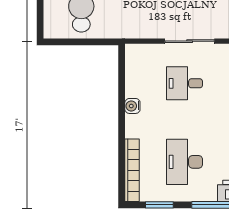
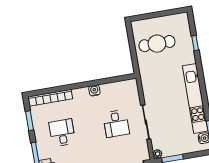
desk: (184, 83) -> (116, 124), turned 180
desk: (184, 162) -> (62, 133), width x0.73

